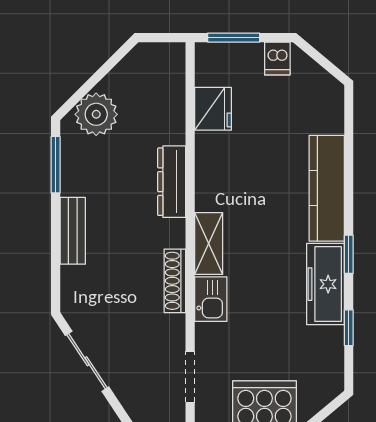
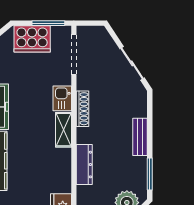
doorway: (190, 377) -> (74, 55), width x1.38

